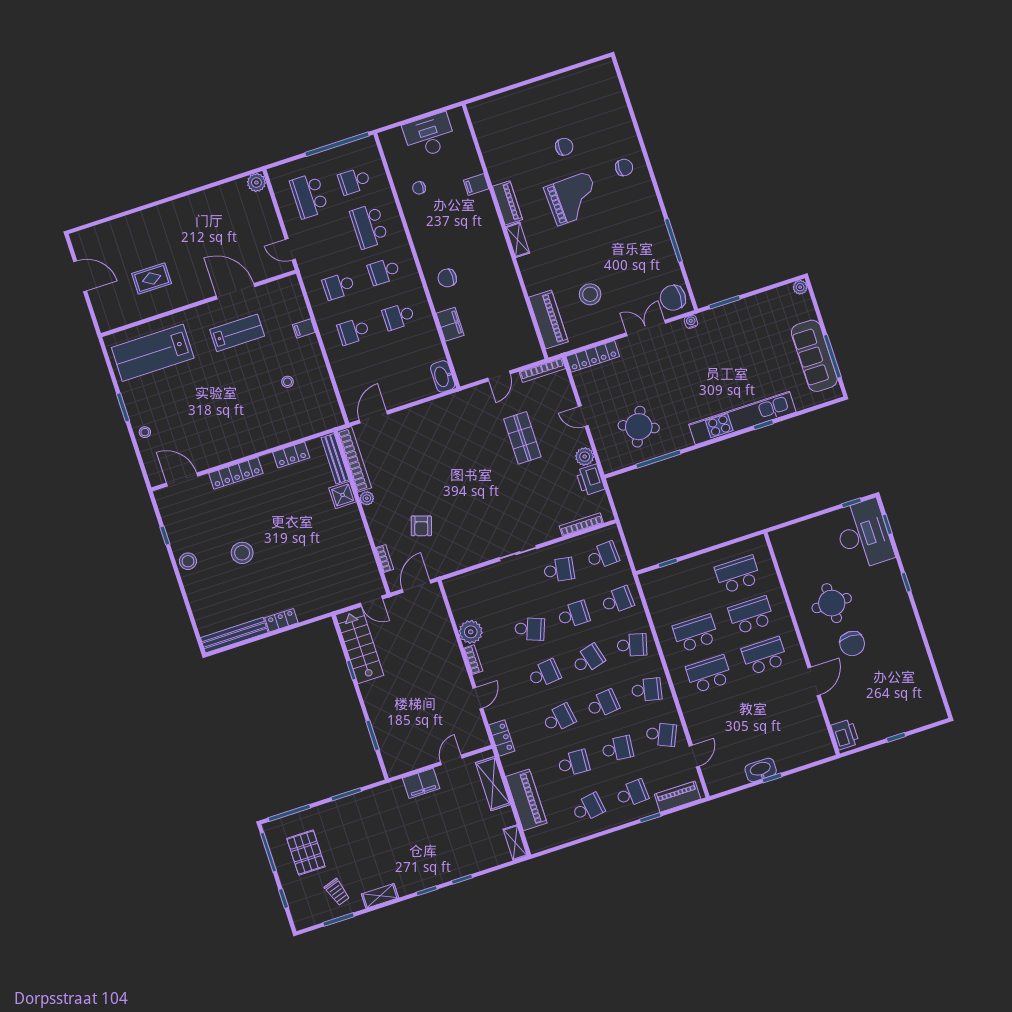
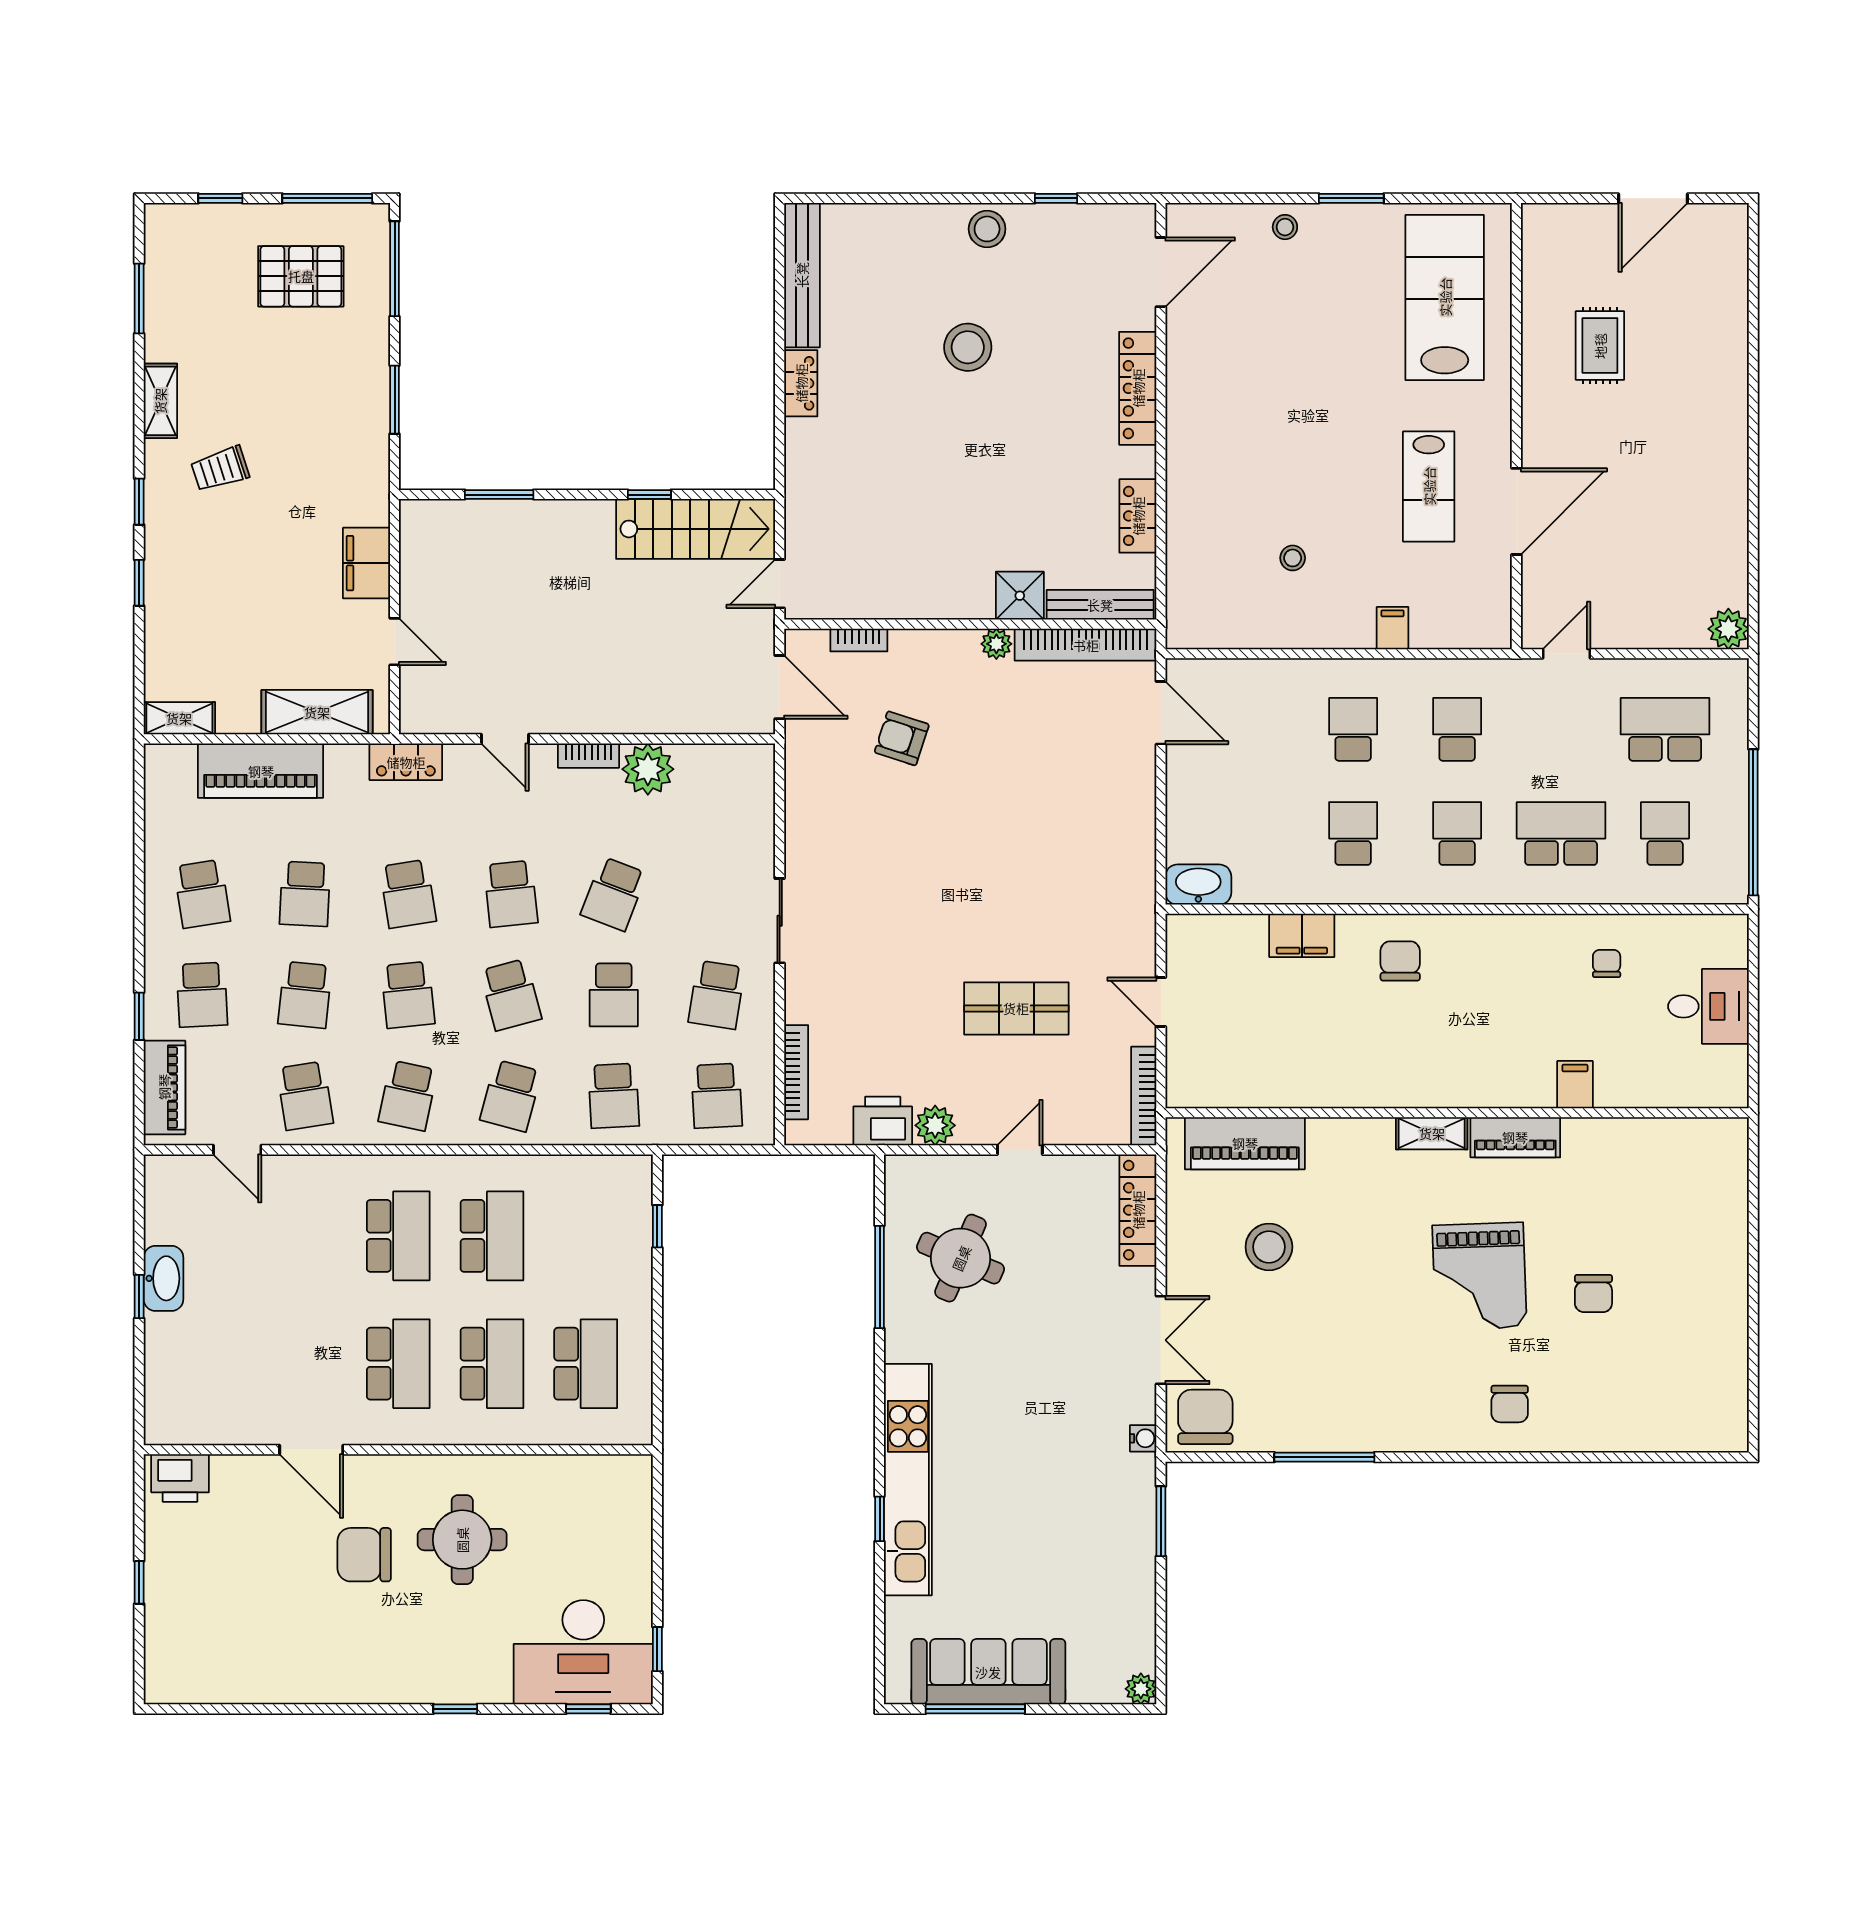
desk: (429, 136) -> (1708, 1006), width x0.73
school desk: (661, 734) -> (305, 1096), turned -33
trolley: (337, 892) -> (220, 469), moved

